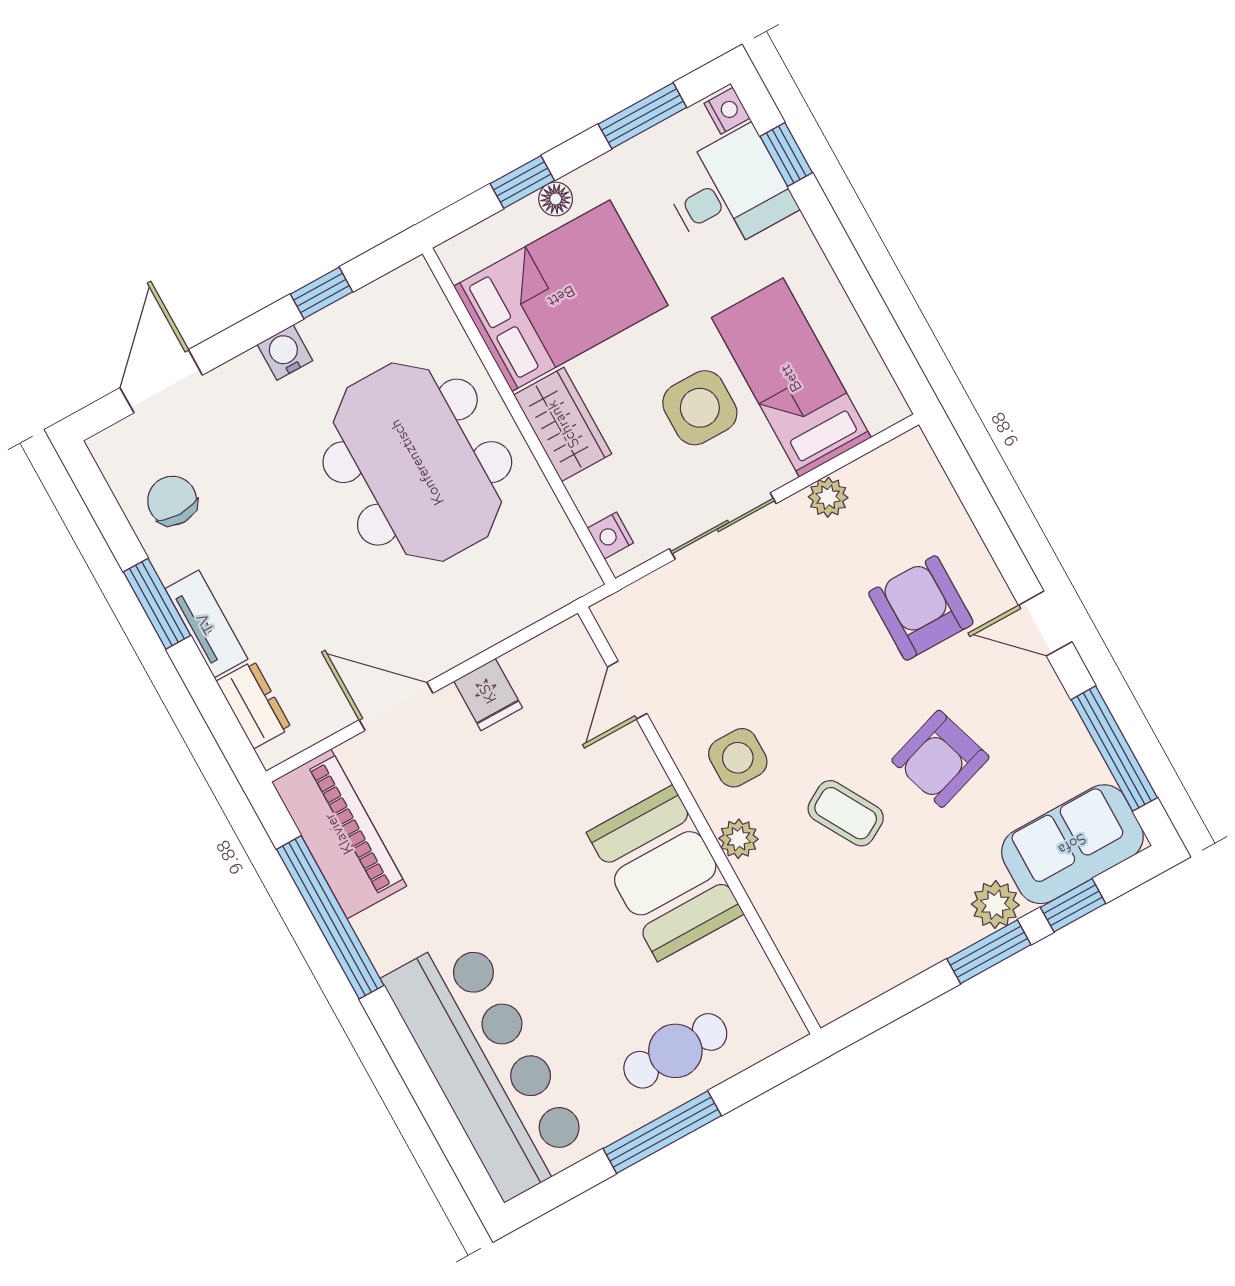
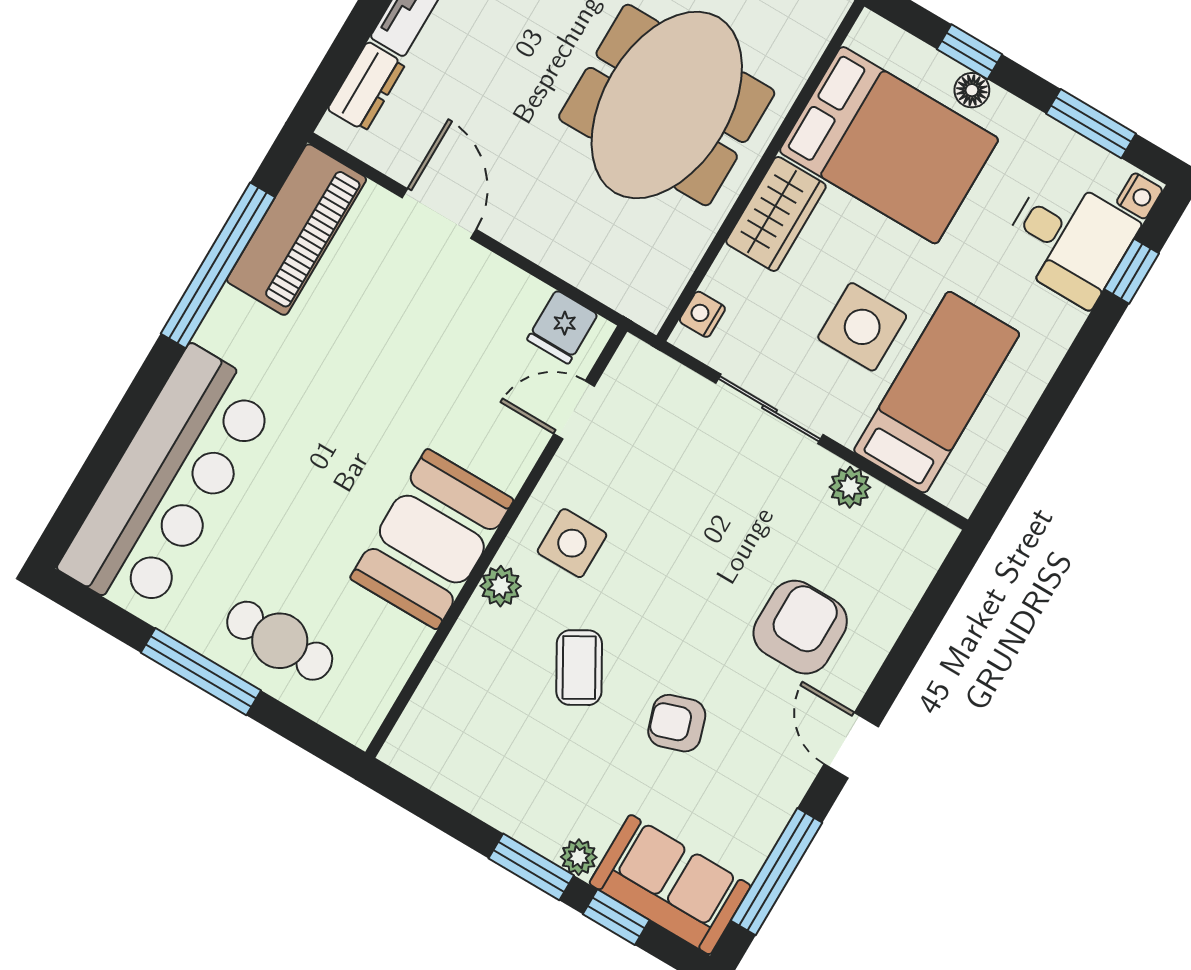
fridge: (488, 694) -> (562, 327), moved
armchair: (940, 759) -> (677, 723), width x0.72, depth x0.72
plant: (995, 905) -> (579, 857), width x0.73, depth x0.73

